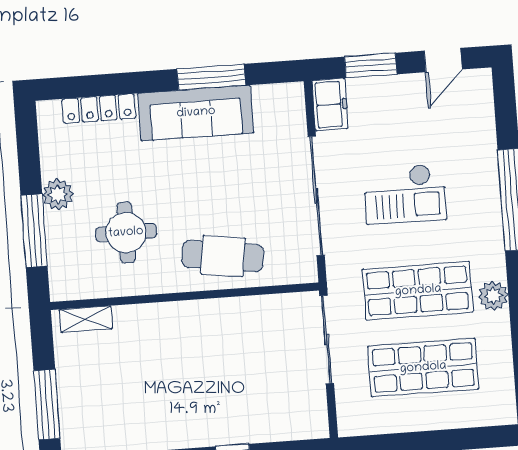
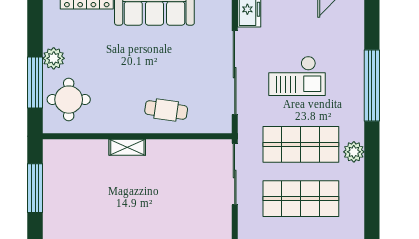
round table: (126, 233) -> (69, 100), moved
cafe table: (223, 256) -> (166, 110), width x0.73, depth x0.74
shelving: (86, 319) -> (127, 147), moved
window: (47, 405) -> (35, 188), moved

